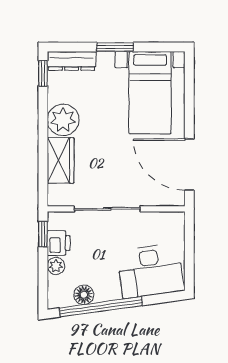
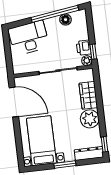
plant: (56, 266) -> (87, 61), moved

